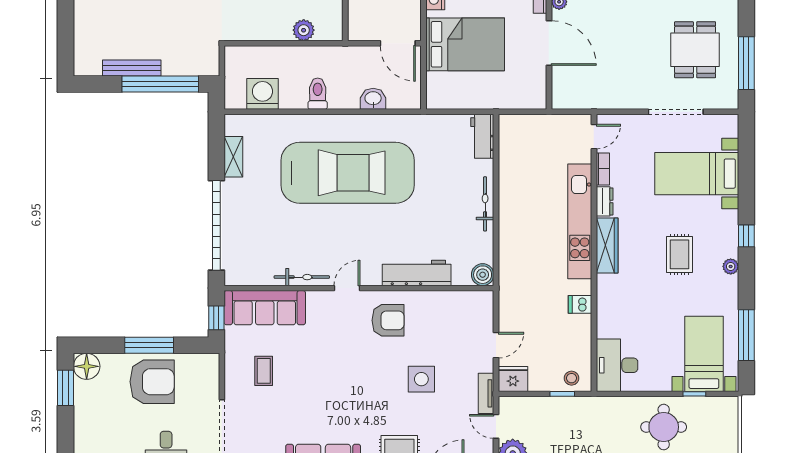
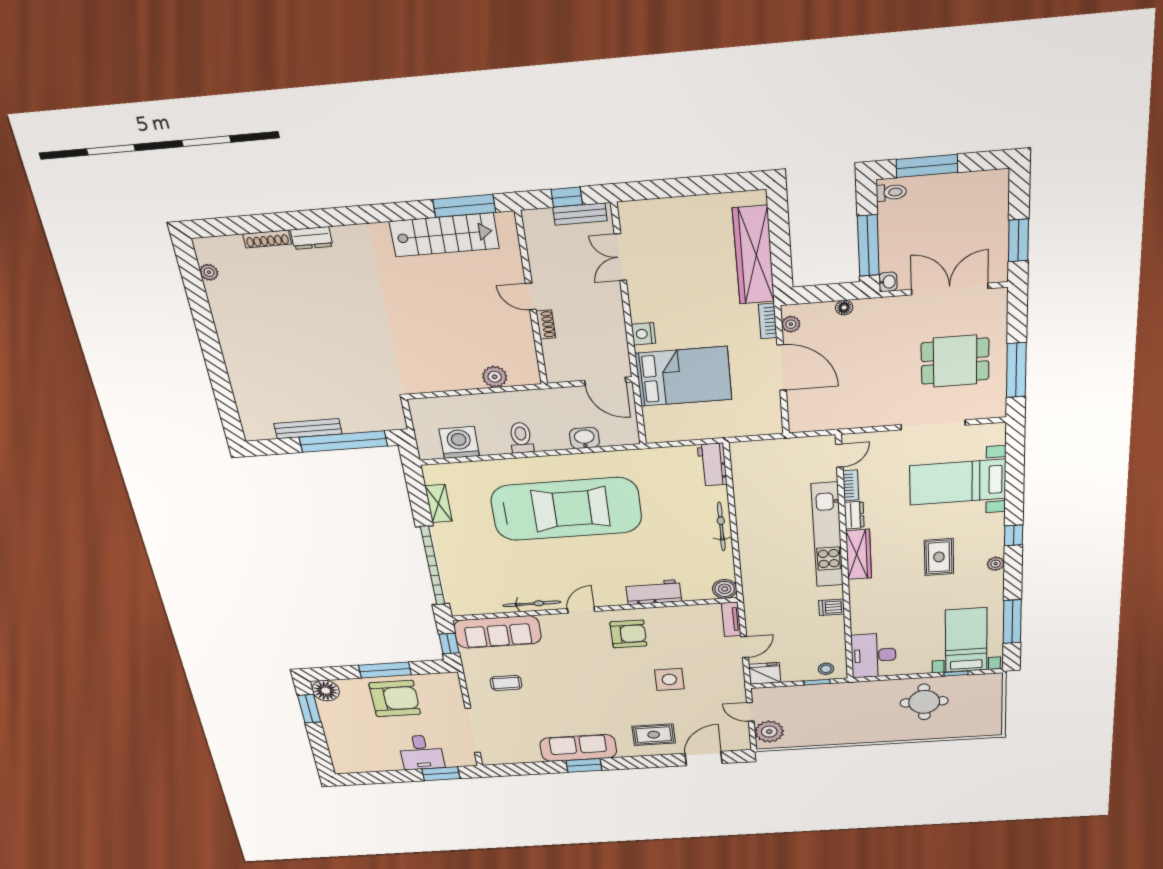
dining table: (695, 50) -> (955, 361), turned 90
workbench: (417, 273) -> (654, 592), width x0.73
coffee table: (264, 371) -> (506, 683), turned 90
tv unit: (486, 393) -> (731, 619), moved

